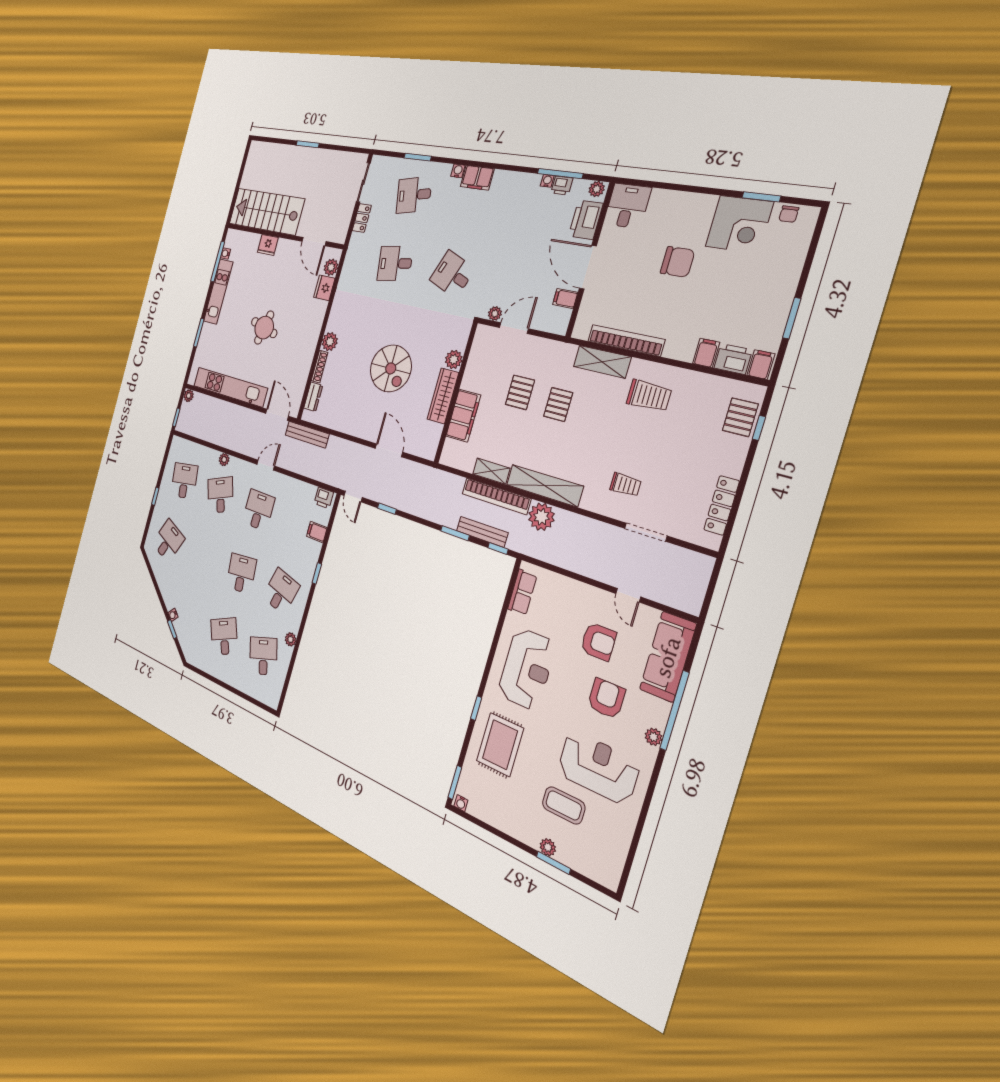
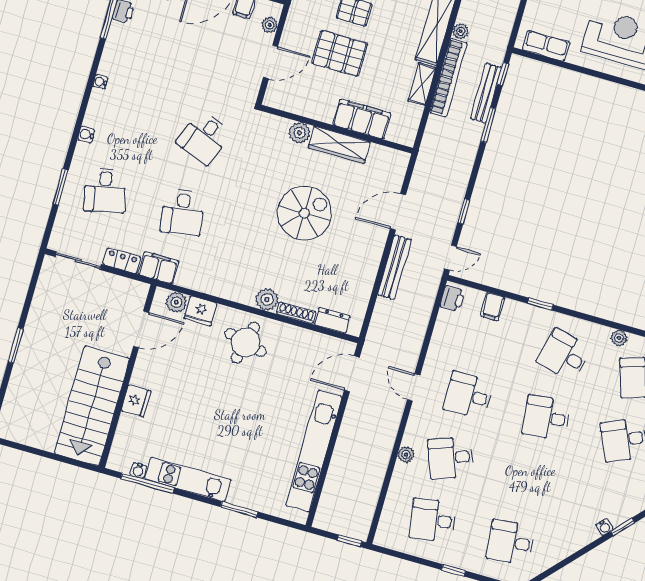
filing cabinet: (477, 178) -> (158, 268), moved, turned -90
water cooler: (547, 181) -> (100, 82), moved
plant: (495, 314) -> (270, 25), moved
round table: (264, 328) -> (245, 343), moved
door: (514, 328) -> (271, 62), swing flipped
pallet: (520, 392) -> (340, 53), width x1.50, depth x1.42
plant: (189, 396) -> (322, 521), removed
bench: (307, 435) -> (394, 267), moved
plant: (541, 517) -> (460, 31), width x0.53, depth x0.53
desk: (168, 541) -> (511, 542), turned -30

